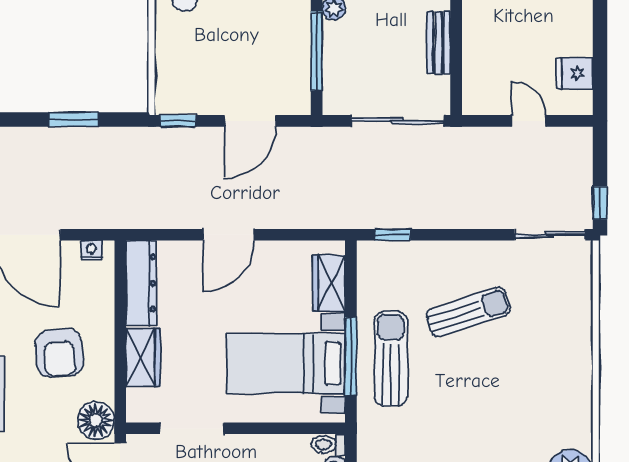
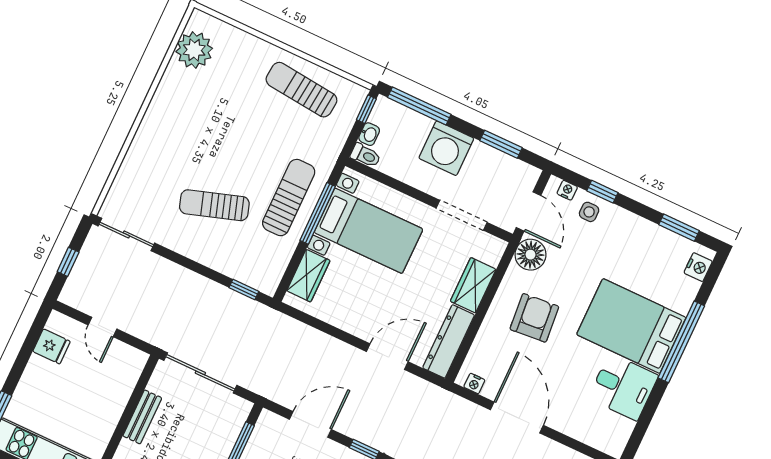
window: (600, 203) -> (68, 262), moved
door: (229, 235) -> (387, 357), moved
sun lounger: (391, 359) -> (289, 198), turned 180

